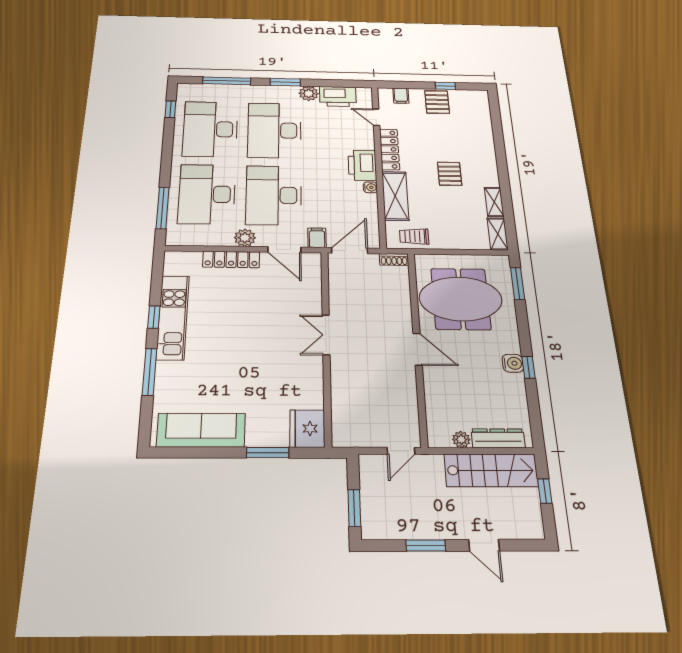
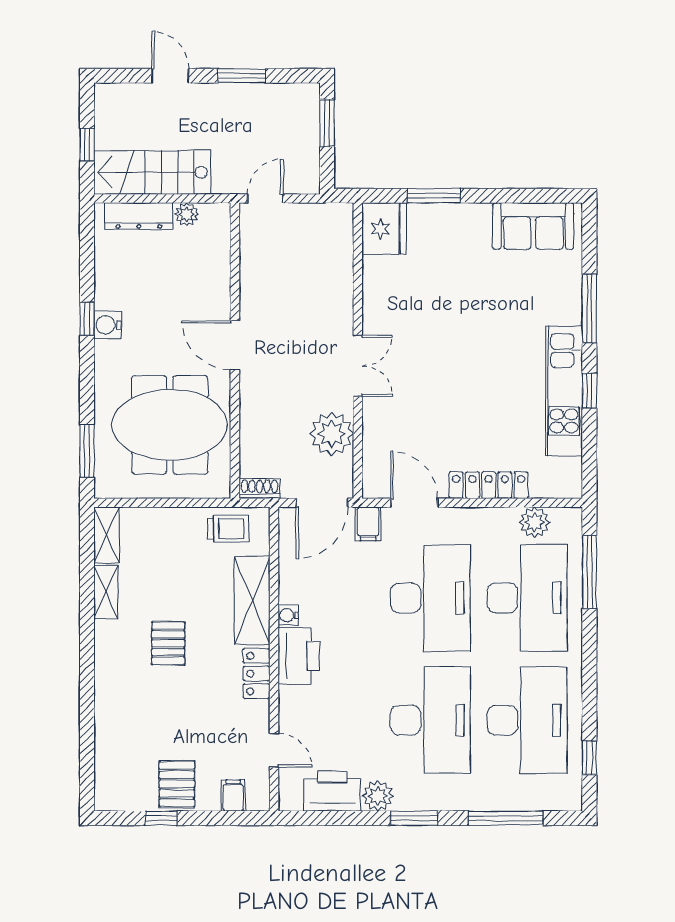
locker: (389, 149) -> (256, 674), width x0.66
plant: (245, 238) -> (534, 522), moved
plant: (344, 292) -> (332, 434), added
sofa: (201, 430) -> (533, 226), width x0.73

